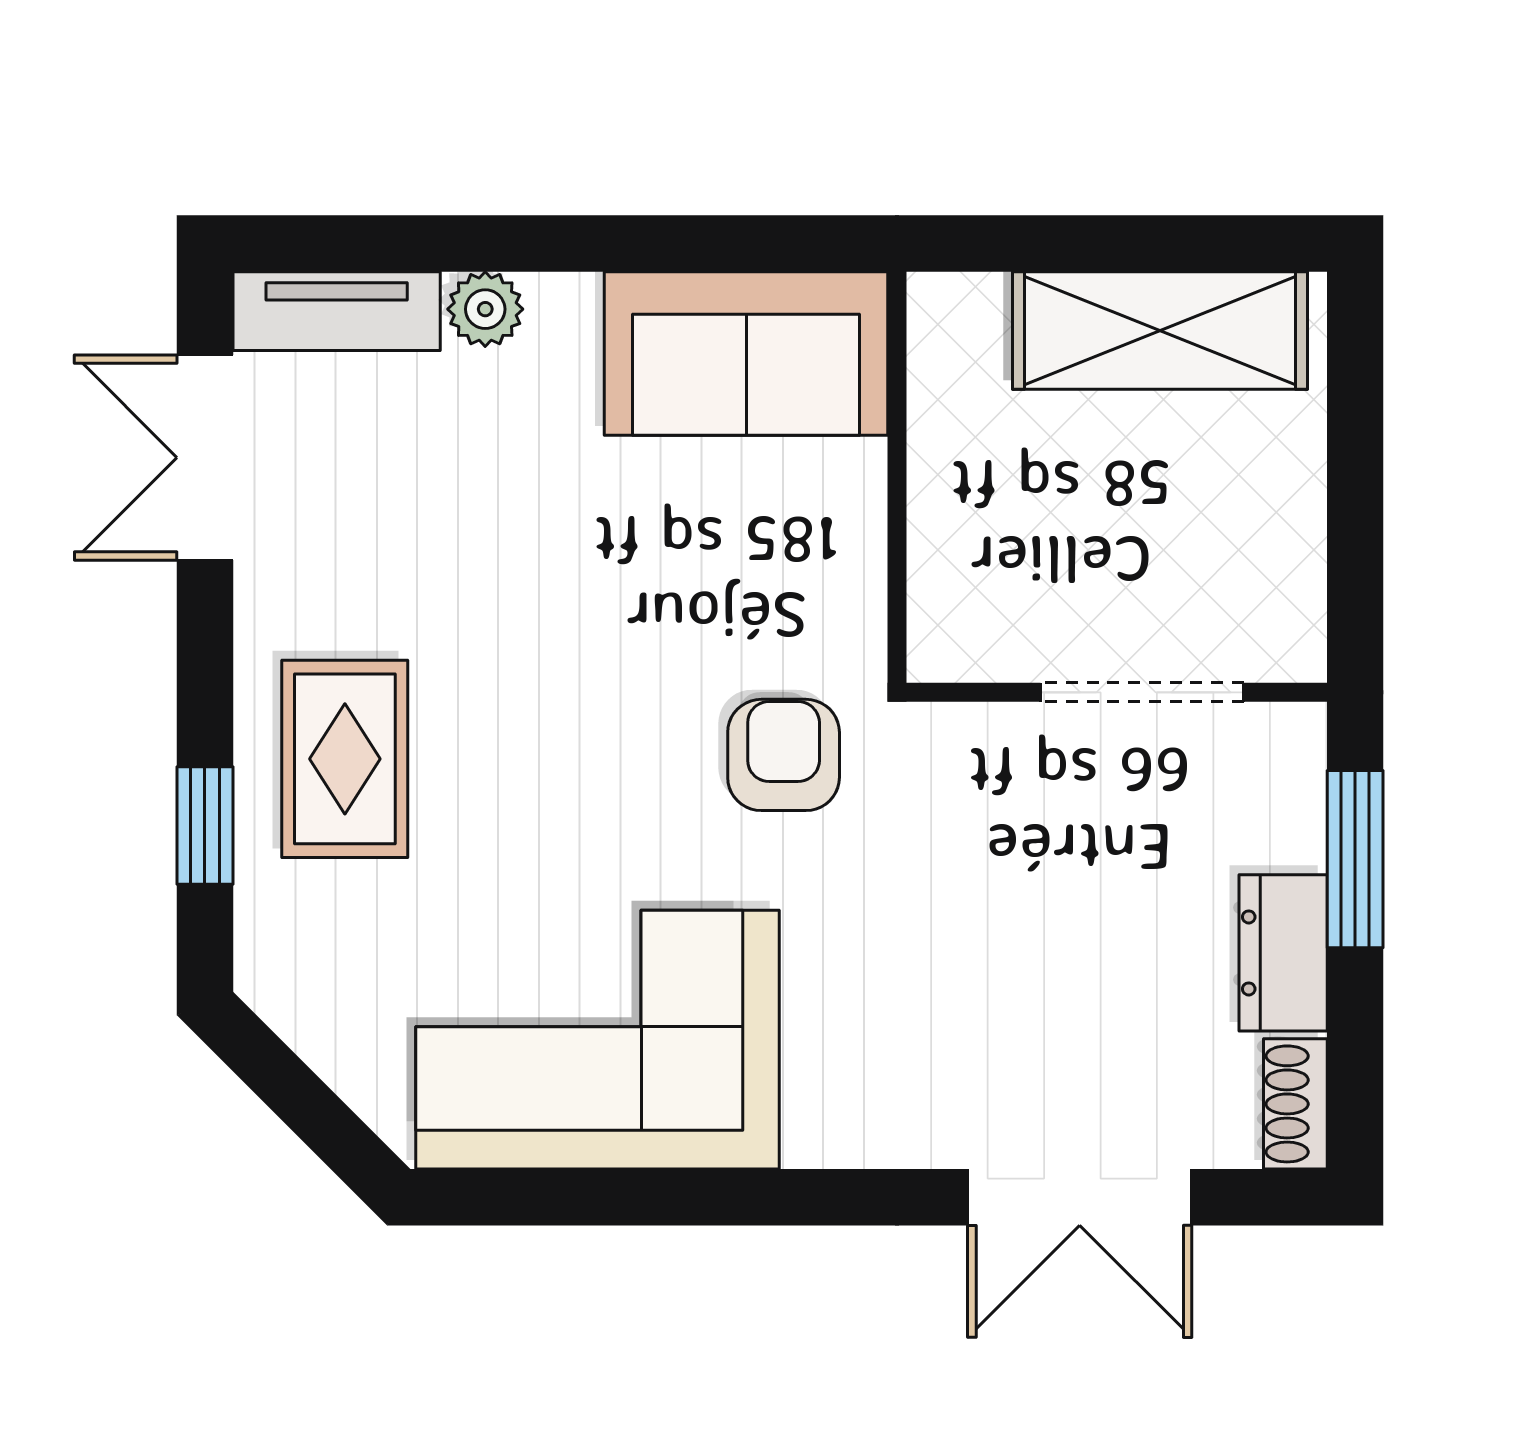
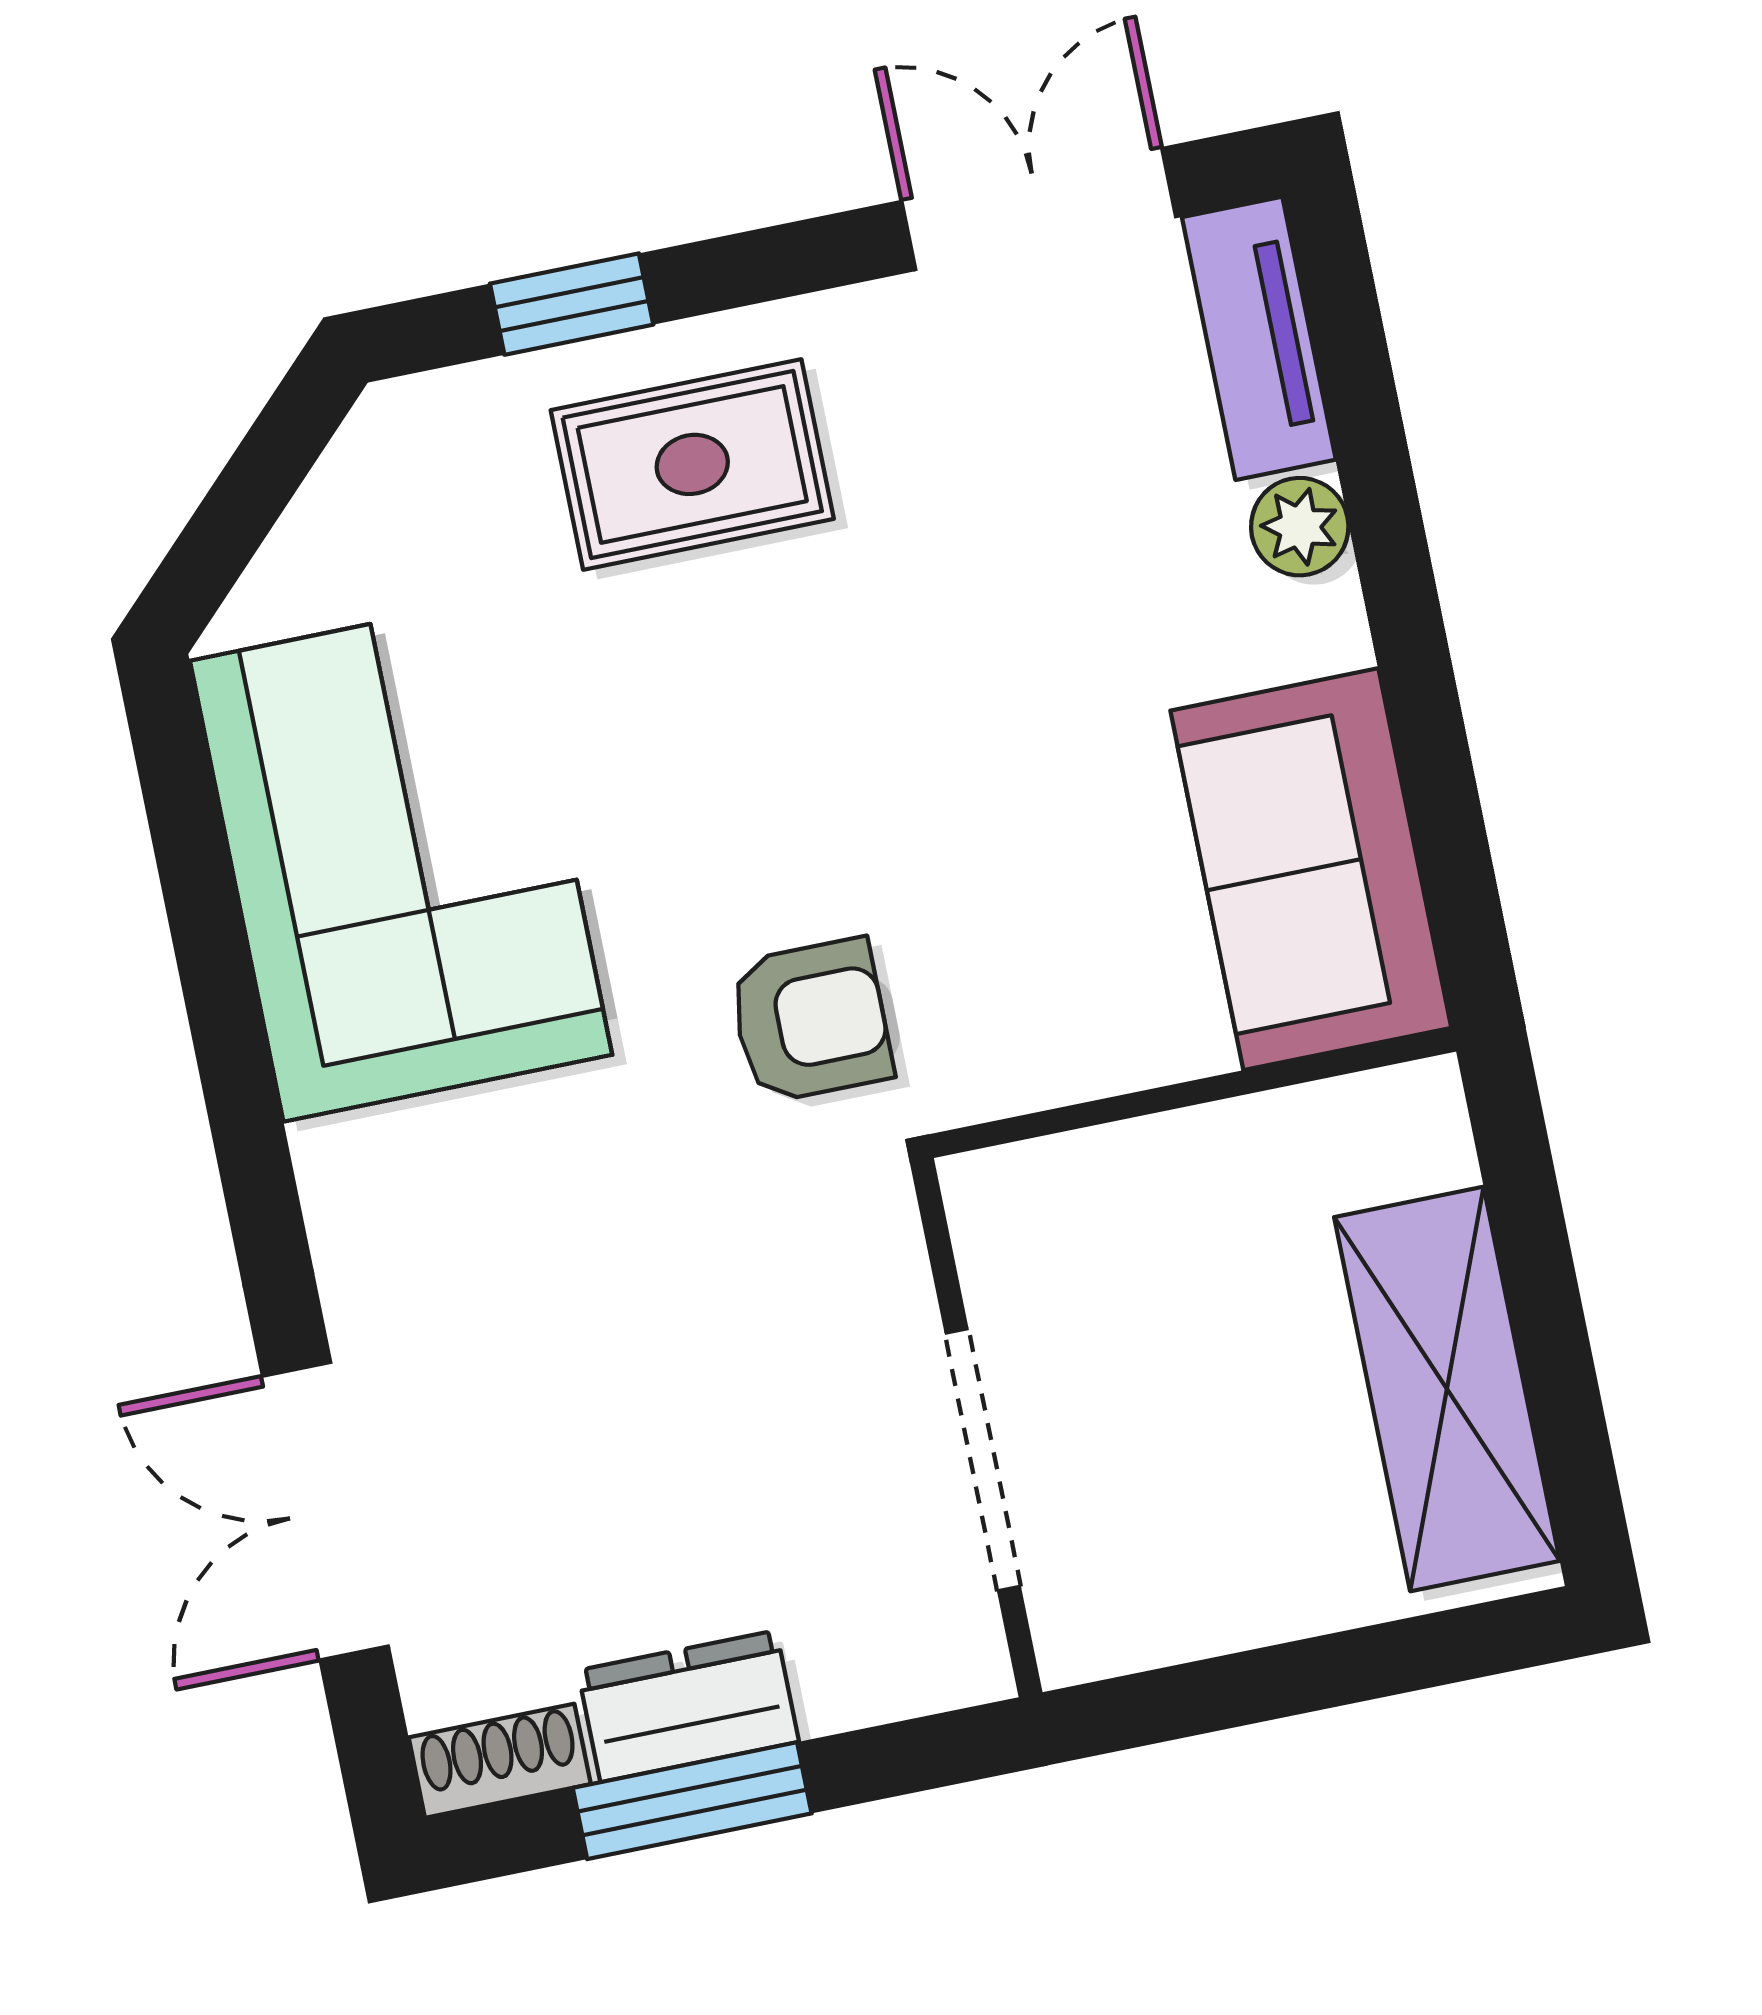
window: (1355, 859) -> (692, 1801), moved

